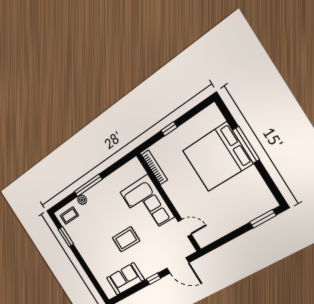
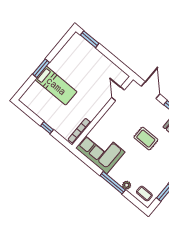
window: (246, 145) -> (41, 68), width x0.69
bed: (217, 157) -> (56, 86), width x0.49
corner sofa: (147, 204) -> (100, 150), moved, turned -90

